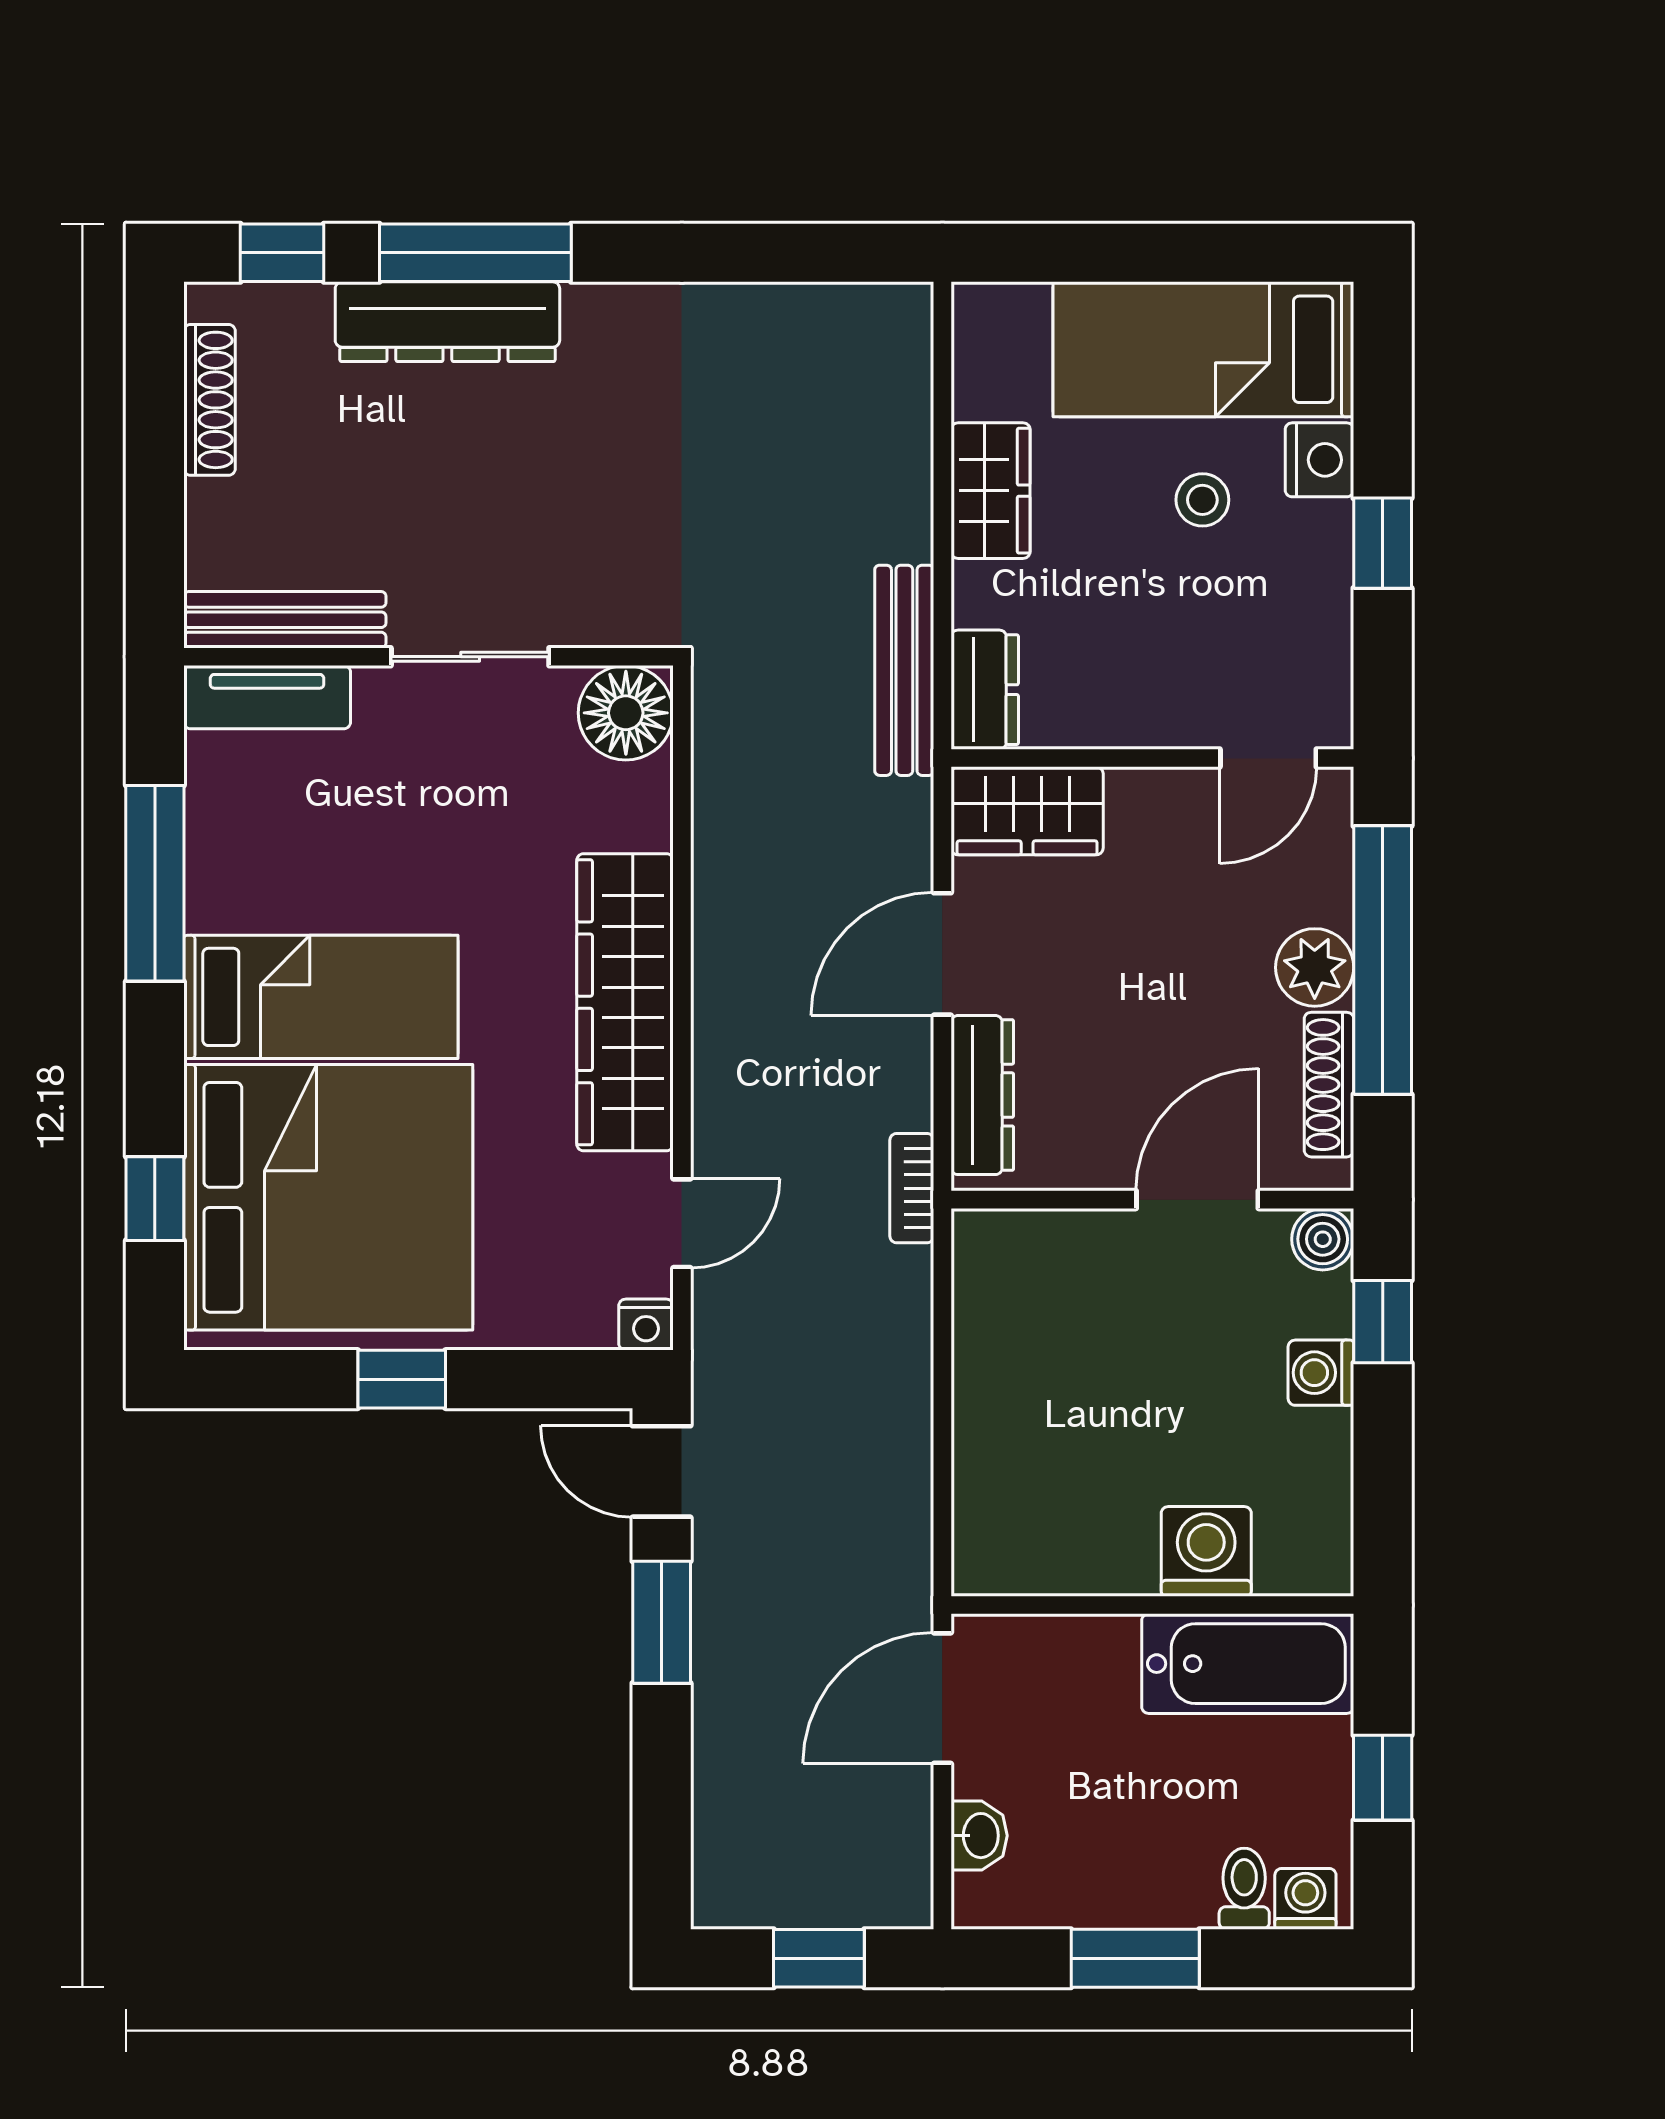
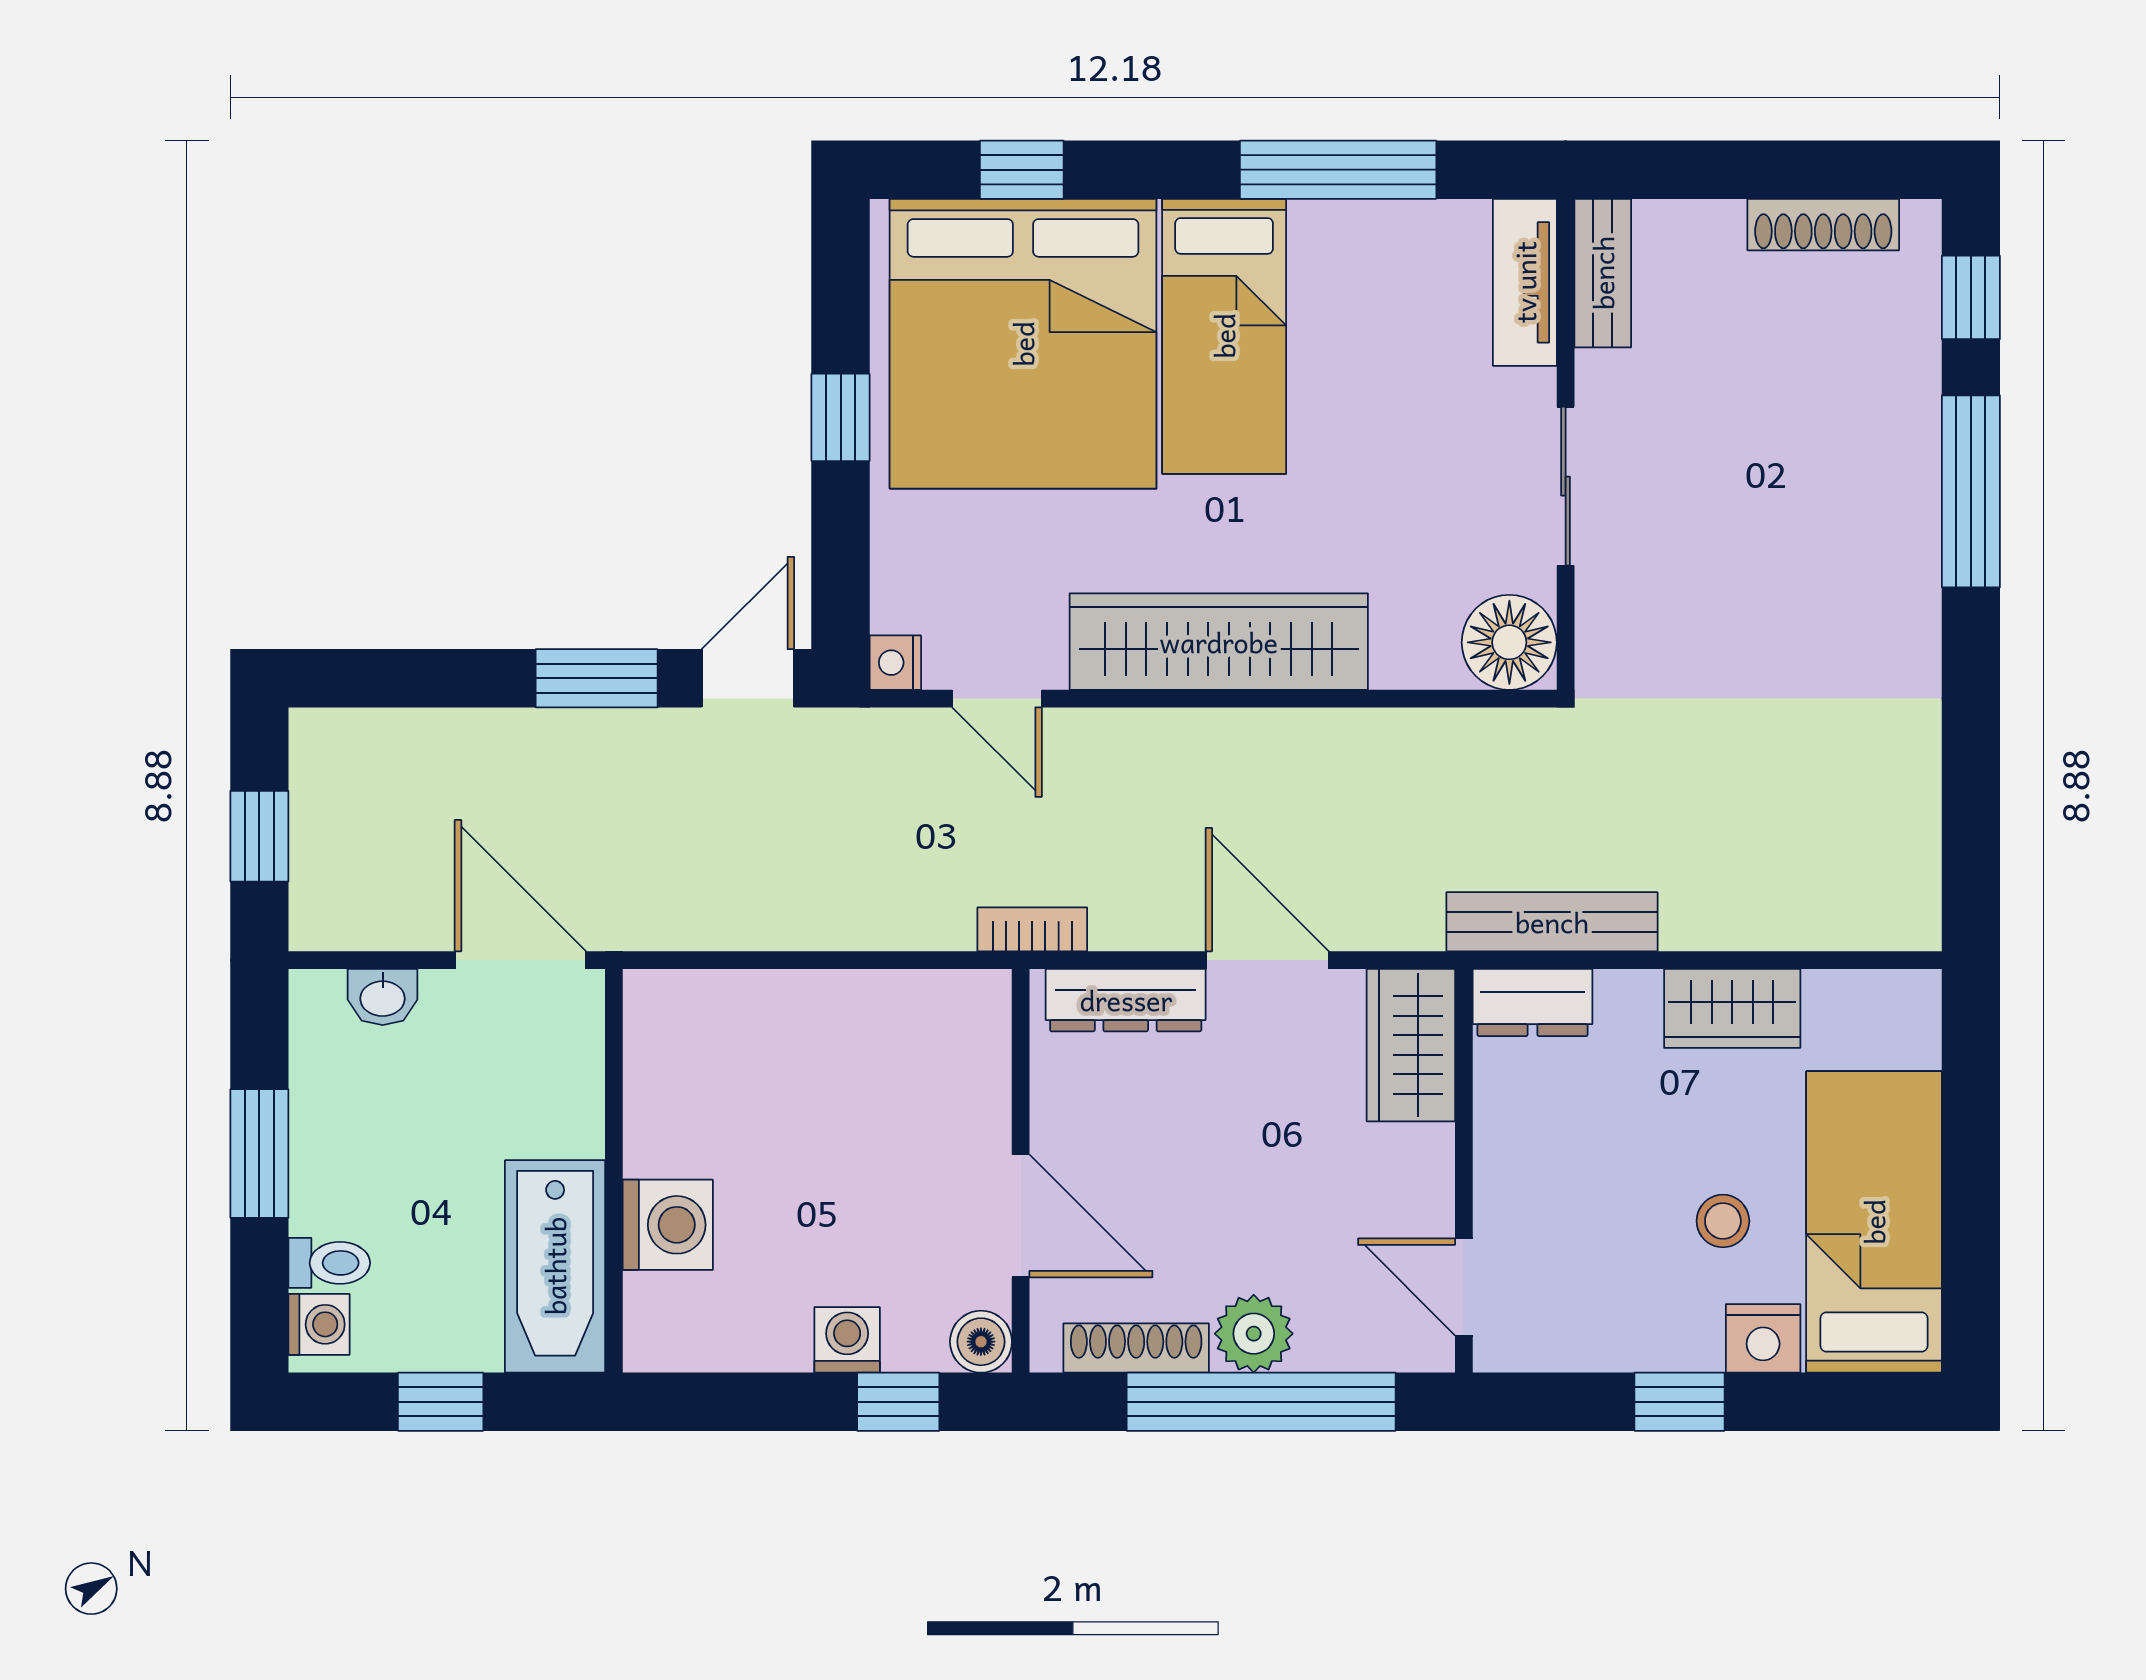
dresser: (447, 322) -> (1902, 463), removed
bench: (285, 620) -> (1603, 273), width x0.73

